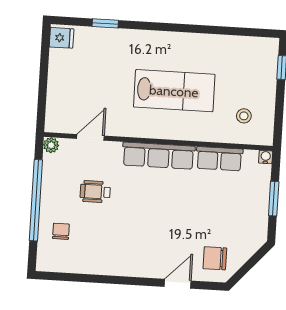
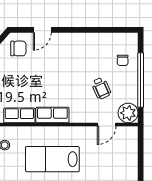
plant: (51, 145) -> (128, 113), width x1.87, depth x1.87
row of seats: (159, 156) -> (52, 115), width x0.68
wheelchair: (95, 192) -> (101, 88), turned 66

